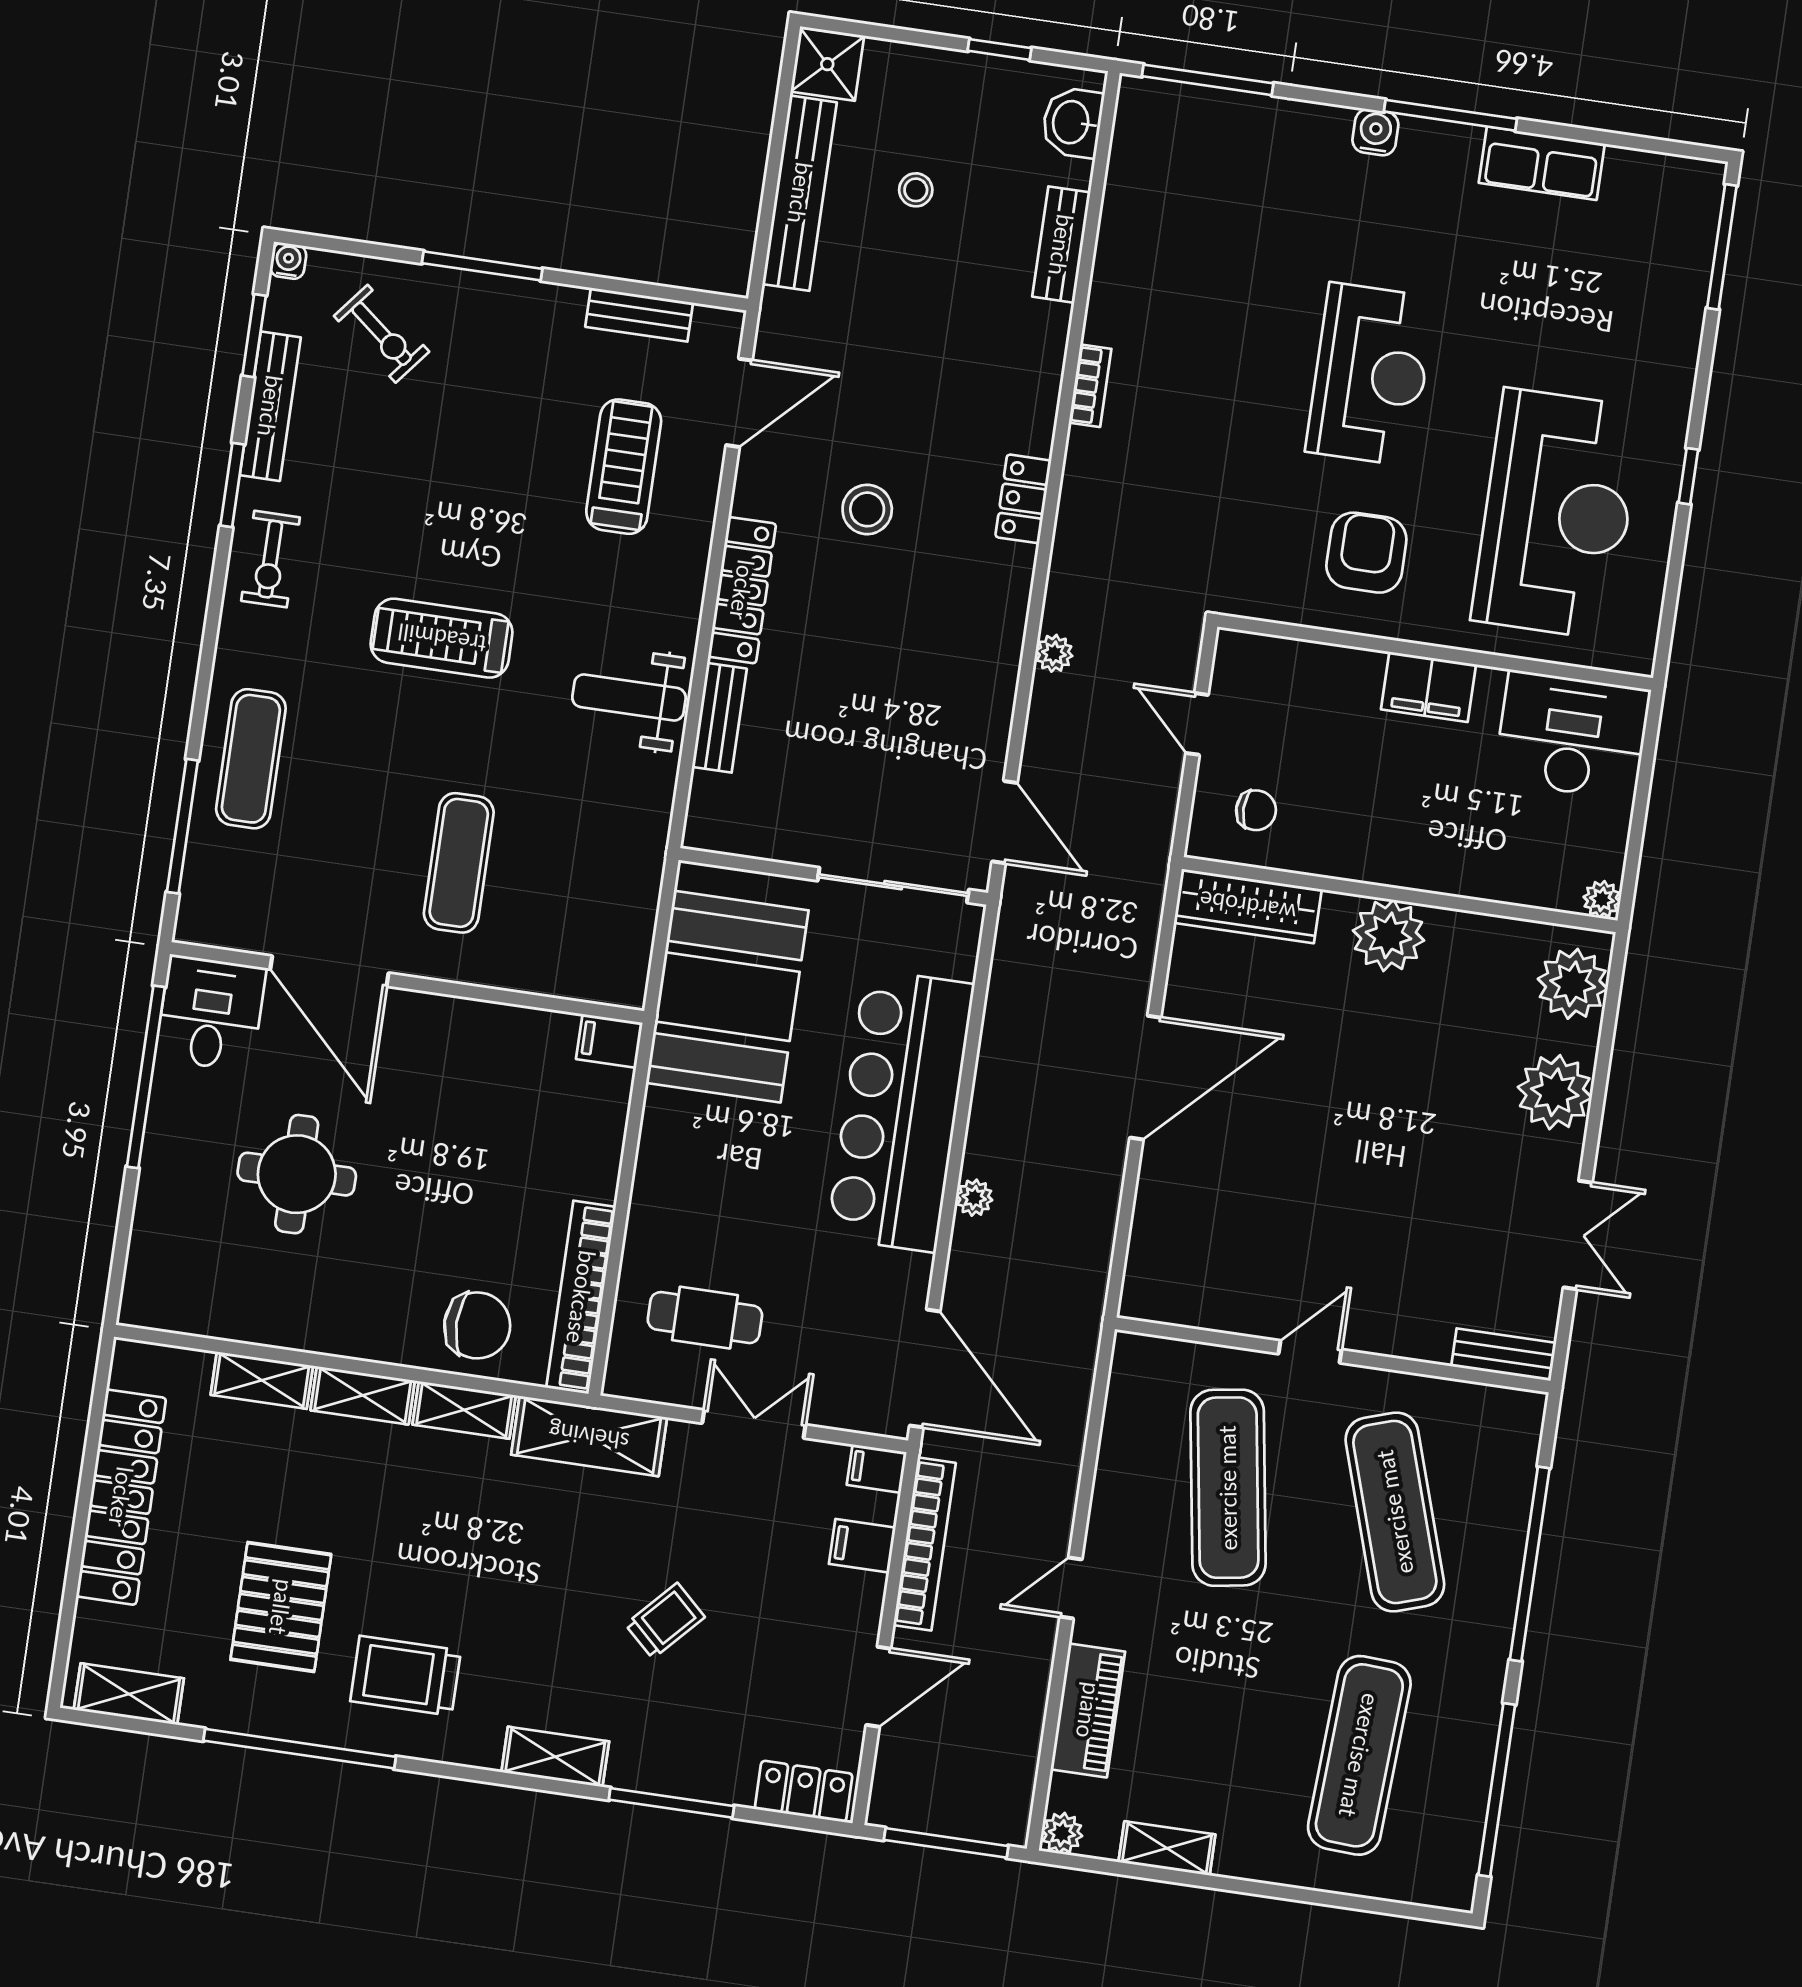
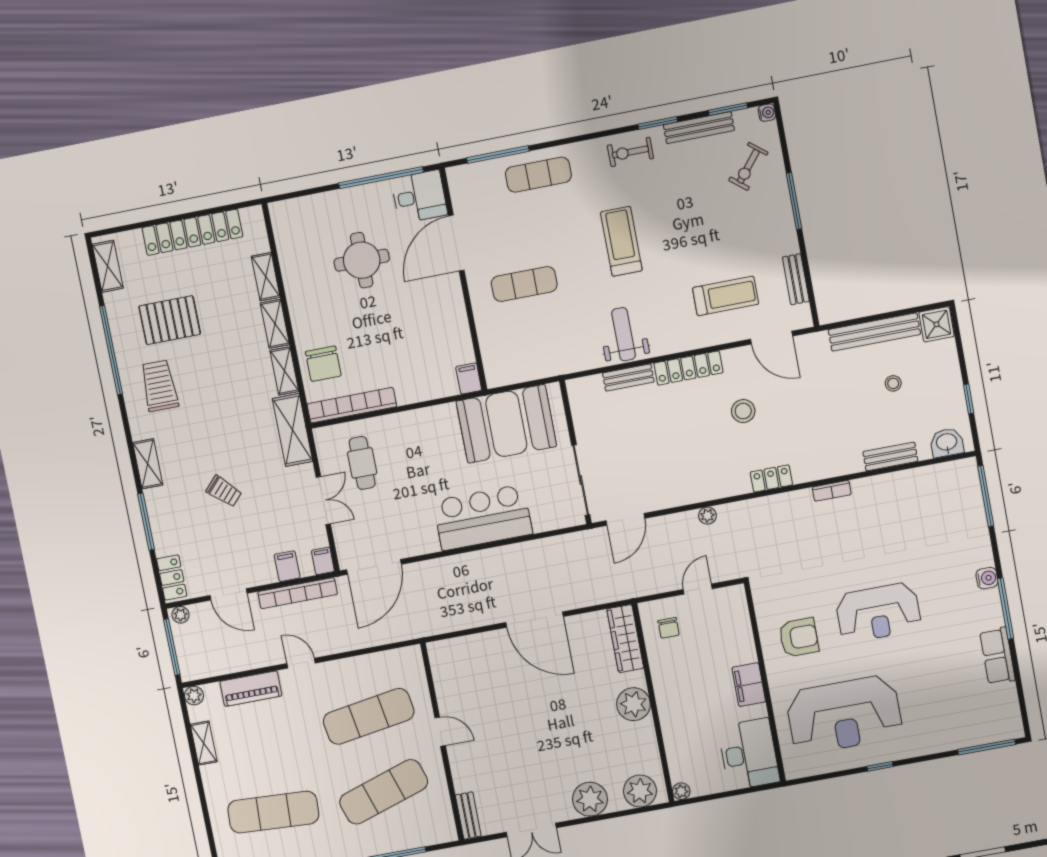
bar counter: (901, 1111) -> (483, 517), width x0.73
plant: (974, 1198) -> (181, 615), moved

